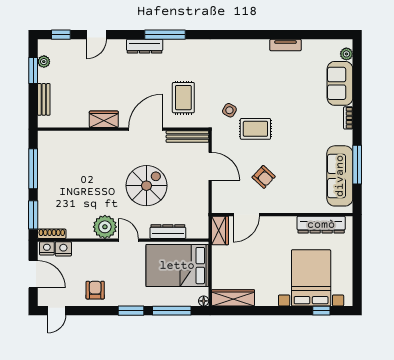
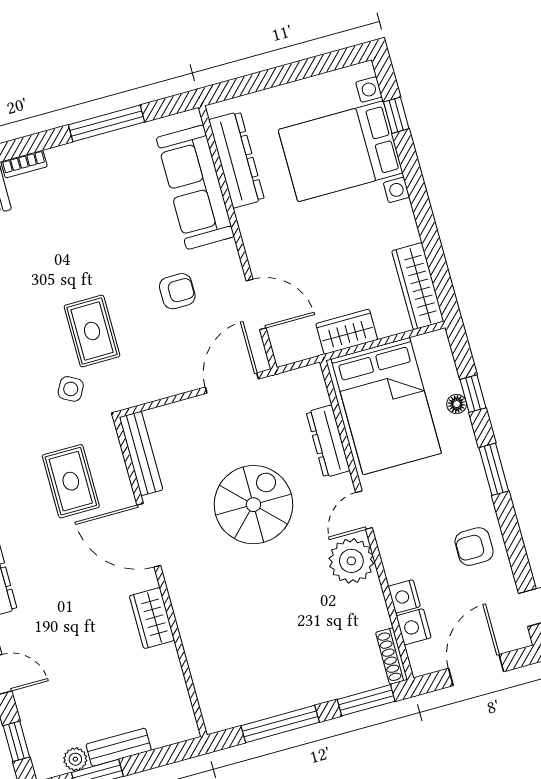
rug: (183, 98) -> (71, 481), turned 90
bench: (44, 99) -> (119, 747), moved
door: (210, 166) -> (232, 383), moved
sofa: (340, 176) -> (195, 187), moved, turned 90
armchair: (264, 177) -> (177, 291), turned 47
spiral stairs: (146, 186) -> (253, 505), turned 90
wardrobe: (220, 230) -> (347, 332), moved
nightstand: (47, 248) -> (404, 596), moved
floor lamp: (204, 301) -> (457, 404), moved
window: (172, 311) -> (473, 394), width x0.46

